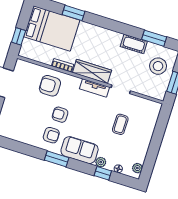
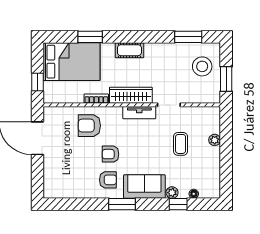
cot: (134, 44) -> (129, 50), moved
plant: (137, 168) -> (215, 140), moved

